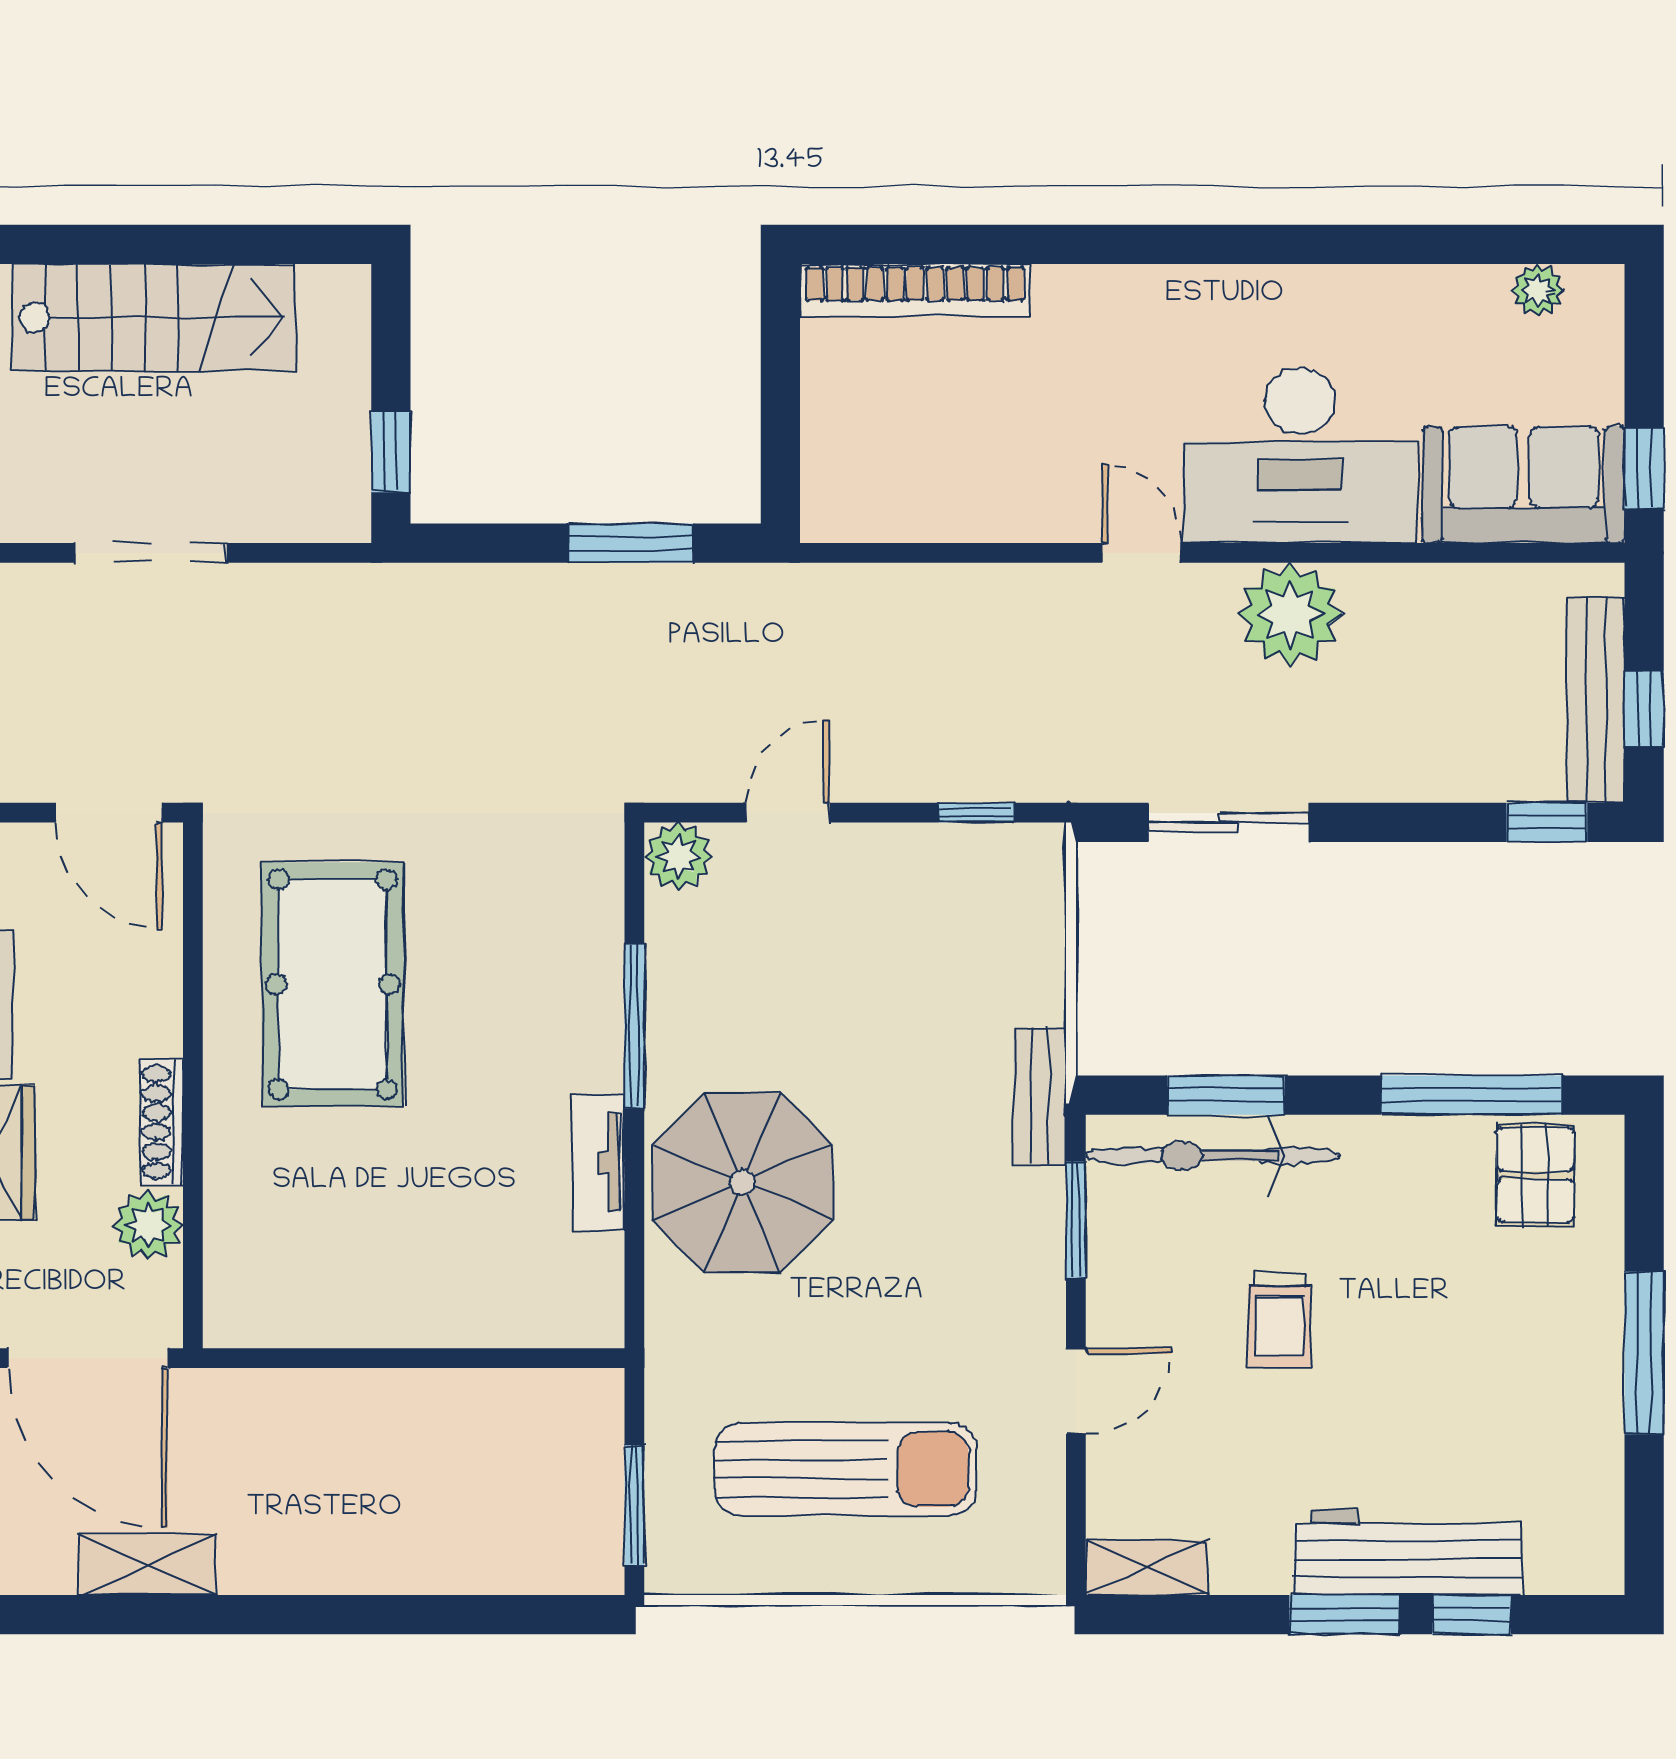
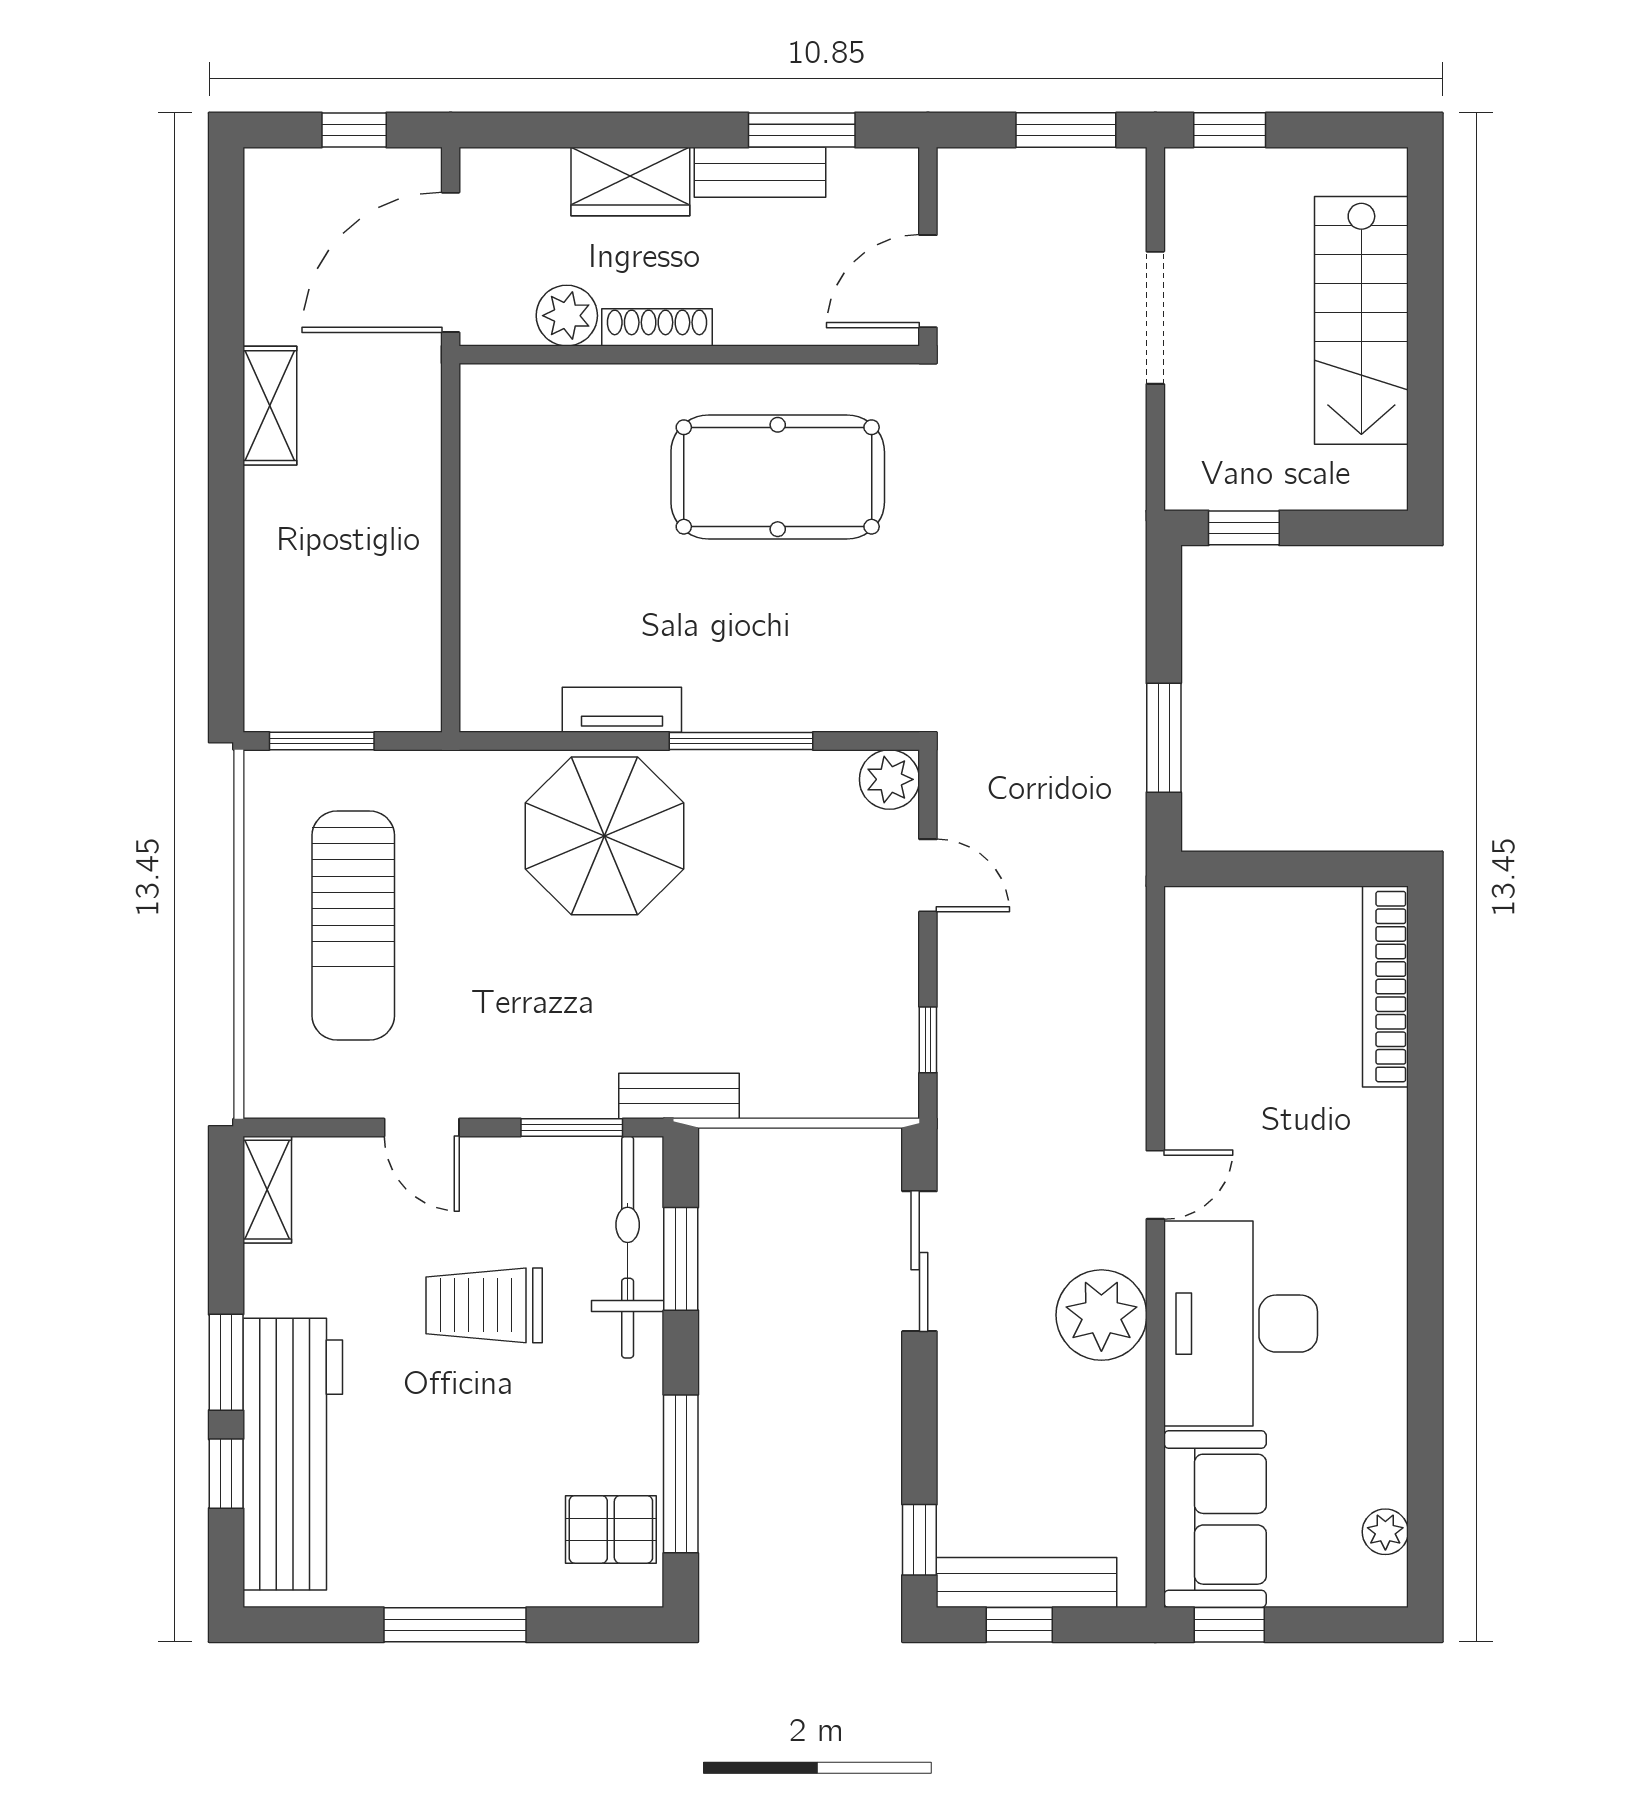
trolley: (1279, 1320) -> (484, 1305), width x1.36, depth x1.39
workbench: (1408, 1552) -> (293, 1454), width x1.36, depth x1.32
shelving: (148, 1564) -> (270, 406), moved

